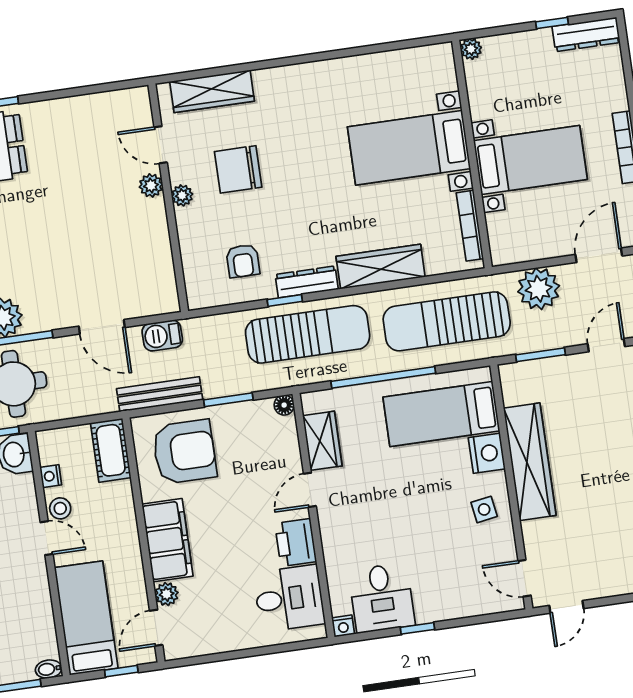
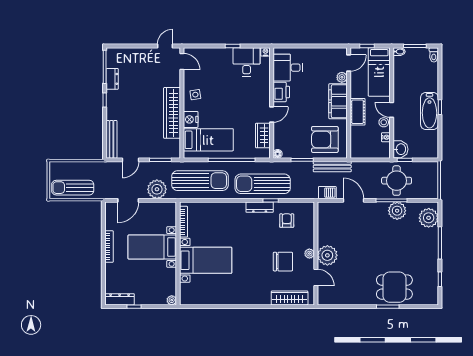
plant: (151, 185) -> (327, 255), width x1.88, depth x1.88
wardrobe: (381, 267) -> (226, 209), removed
cot: (111, 450) -> (358, 112), moved

